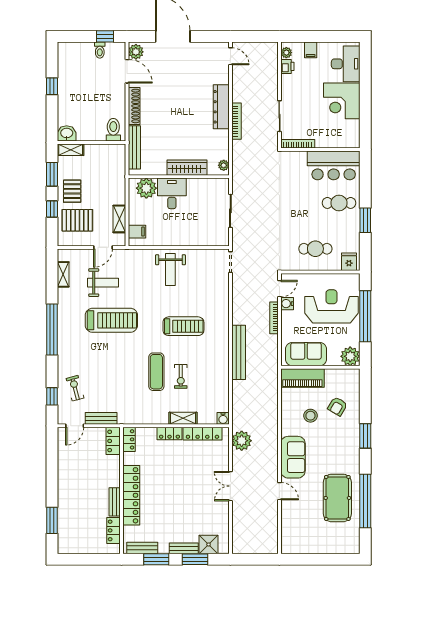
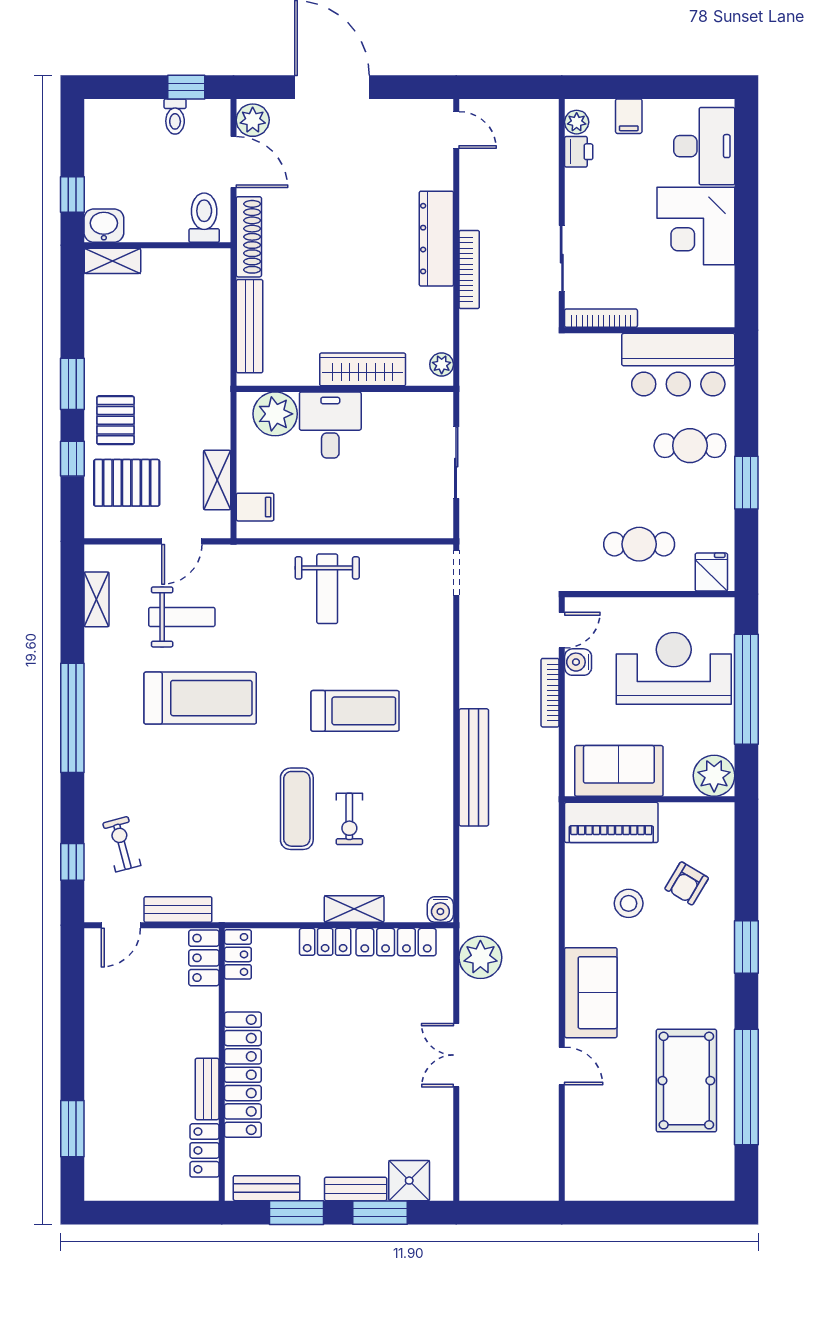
toilet: (113, 130) -> (204, 218), moved
washbasin: (67, 133) -> (104, 226), moved
wall: (92, 143) -> (157, 245), moved
shelving: (71, 150) -> (112, 261), moved

